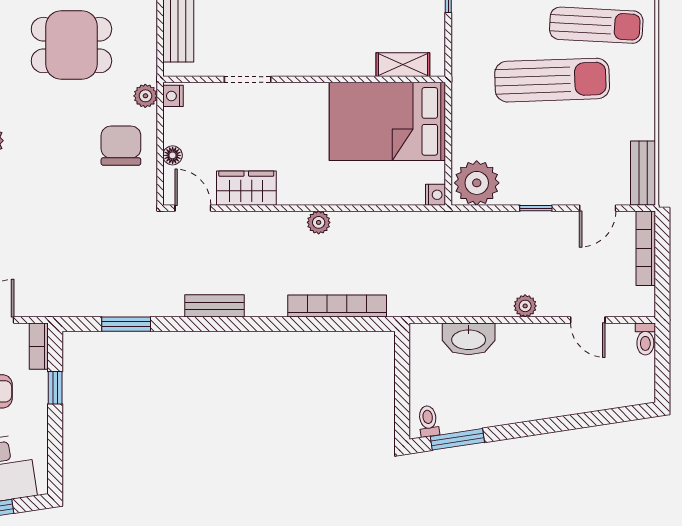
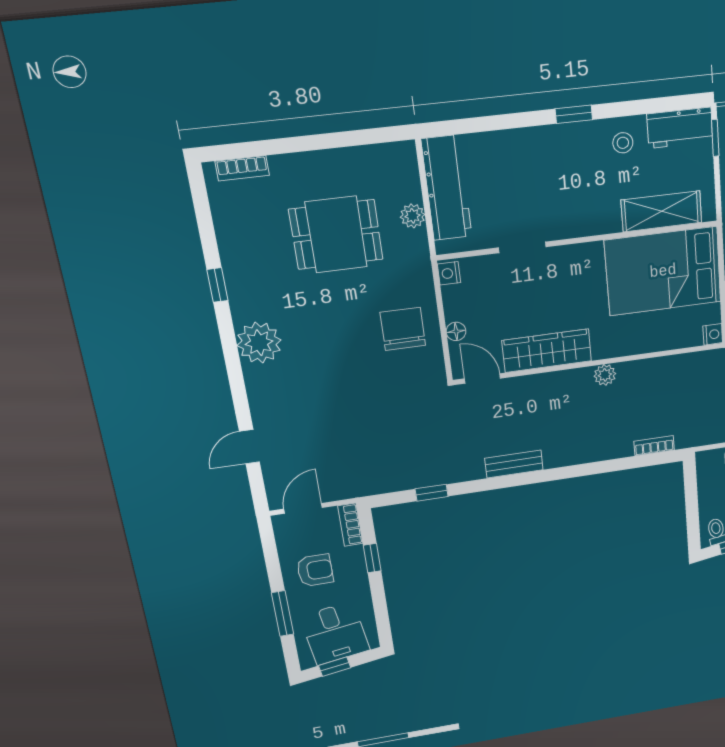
shelving: (403, 65) -> (661, 211), width x1.50, depth x1.33
plant: (145, 96) -> (413, 216), moved
wardrobe: (246, 188) -> (547, 351), width x1.50
bookcase: (337, 306) -> (654, 446), width x0.43, depth x0.76
window: (126, 324) -> (432, 493), width x0.67

